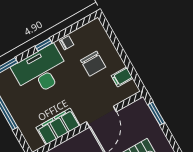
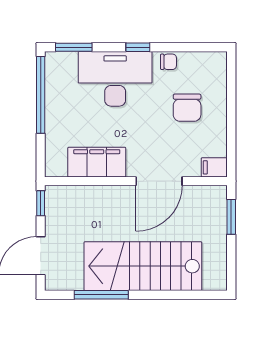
filing cabinet: (122, 77) -> (214, 167), moved

